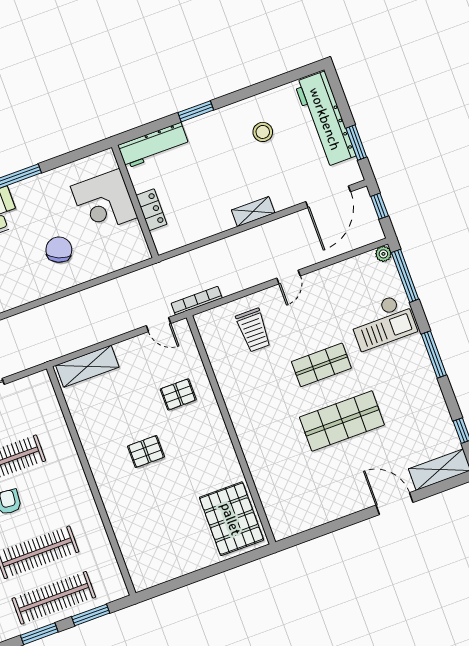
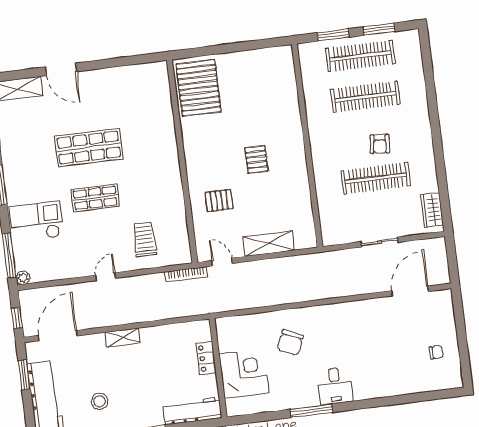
shelving: (87, 366) -> (269, 244), moved
pallet: (146, 451) -> (256, 159), turned 90

